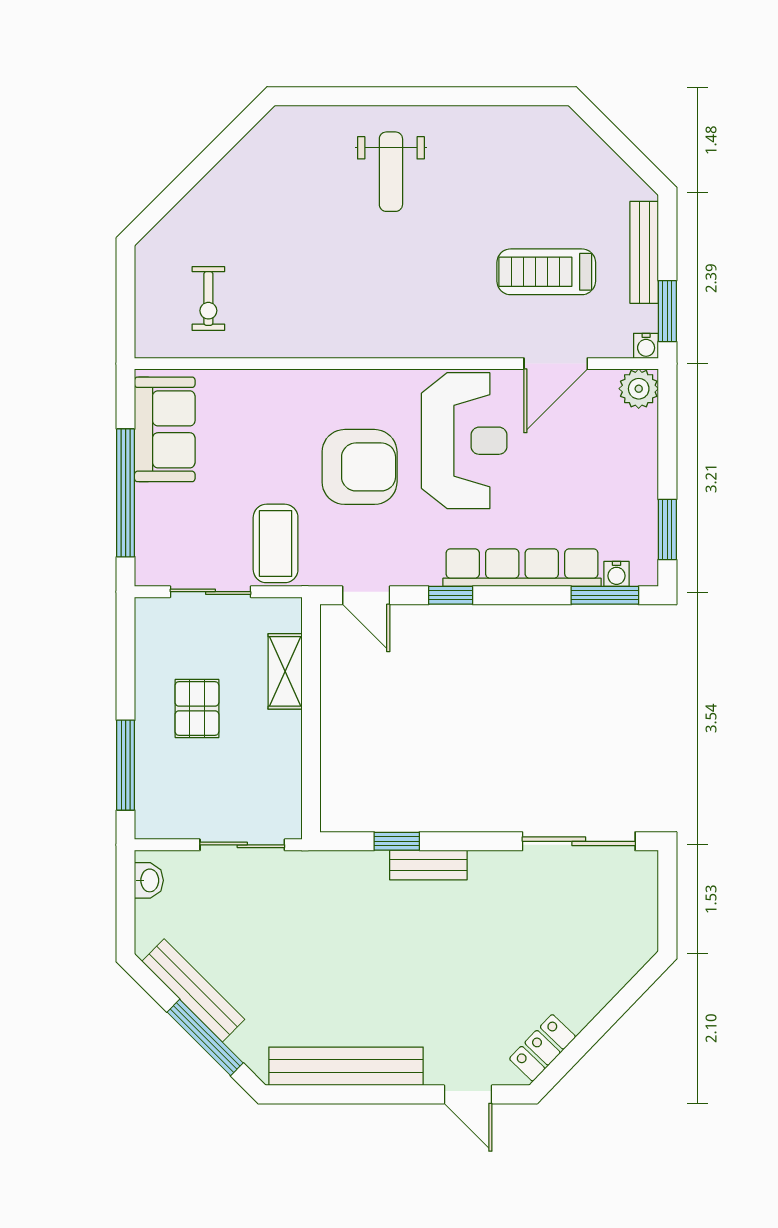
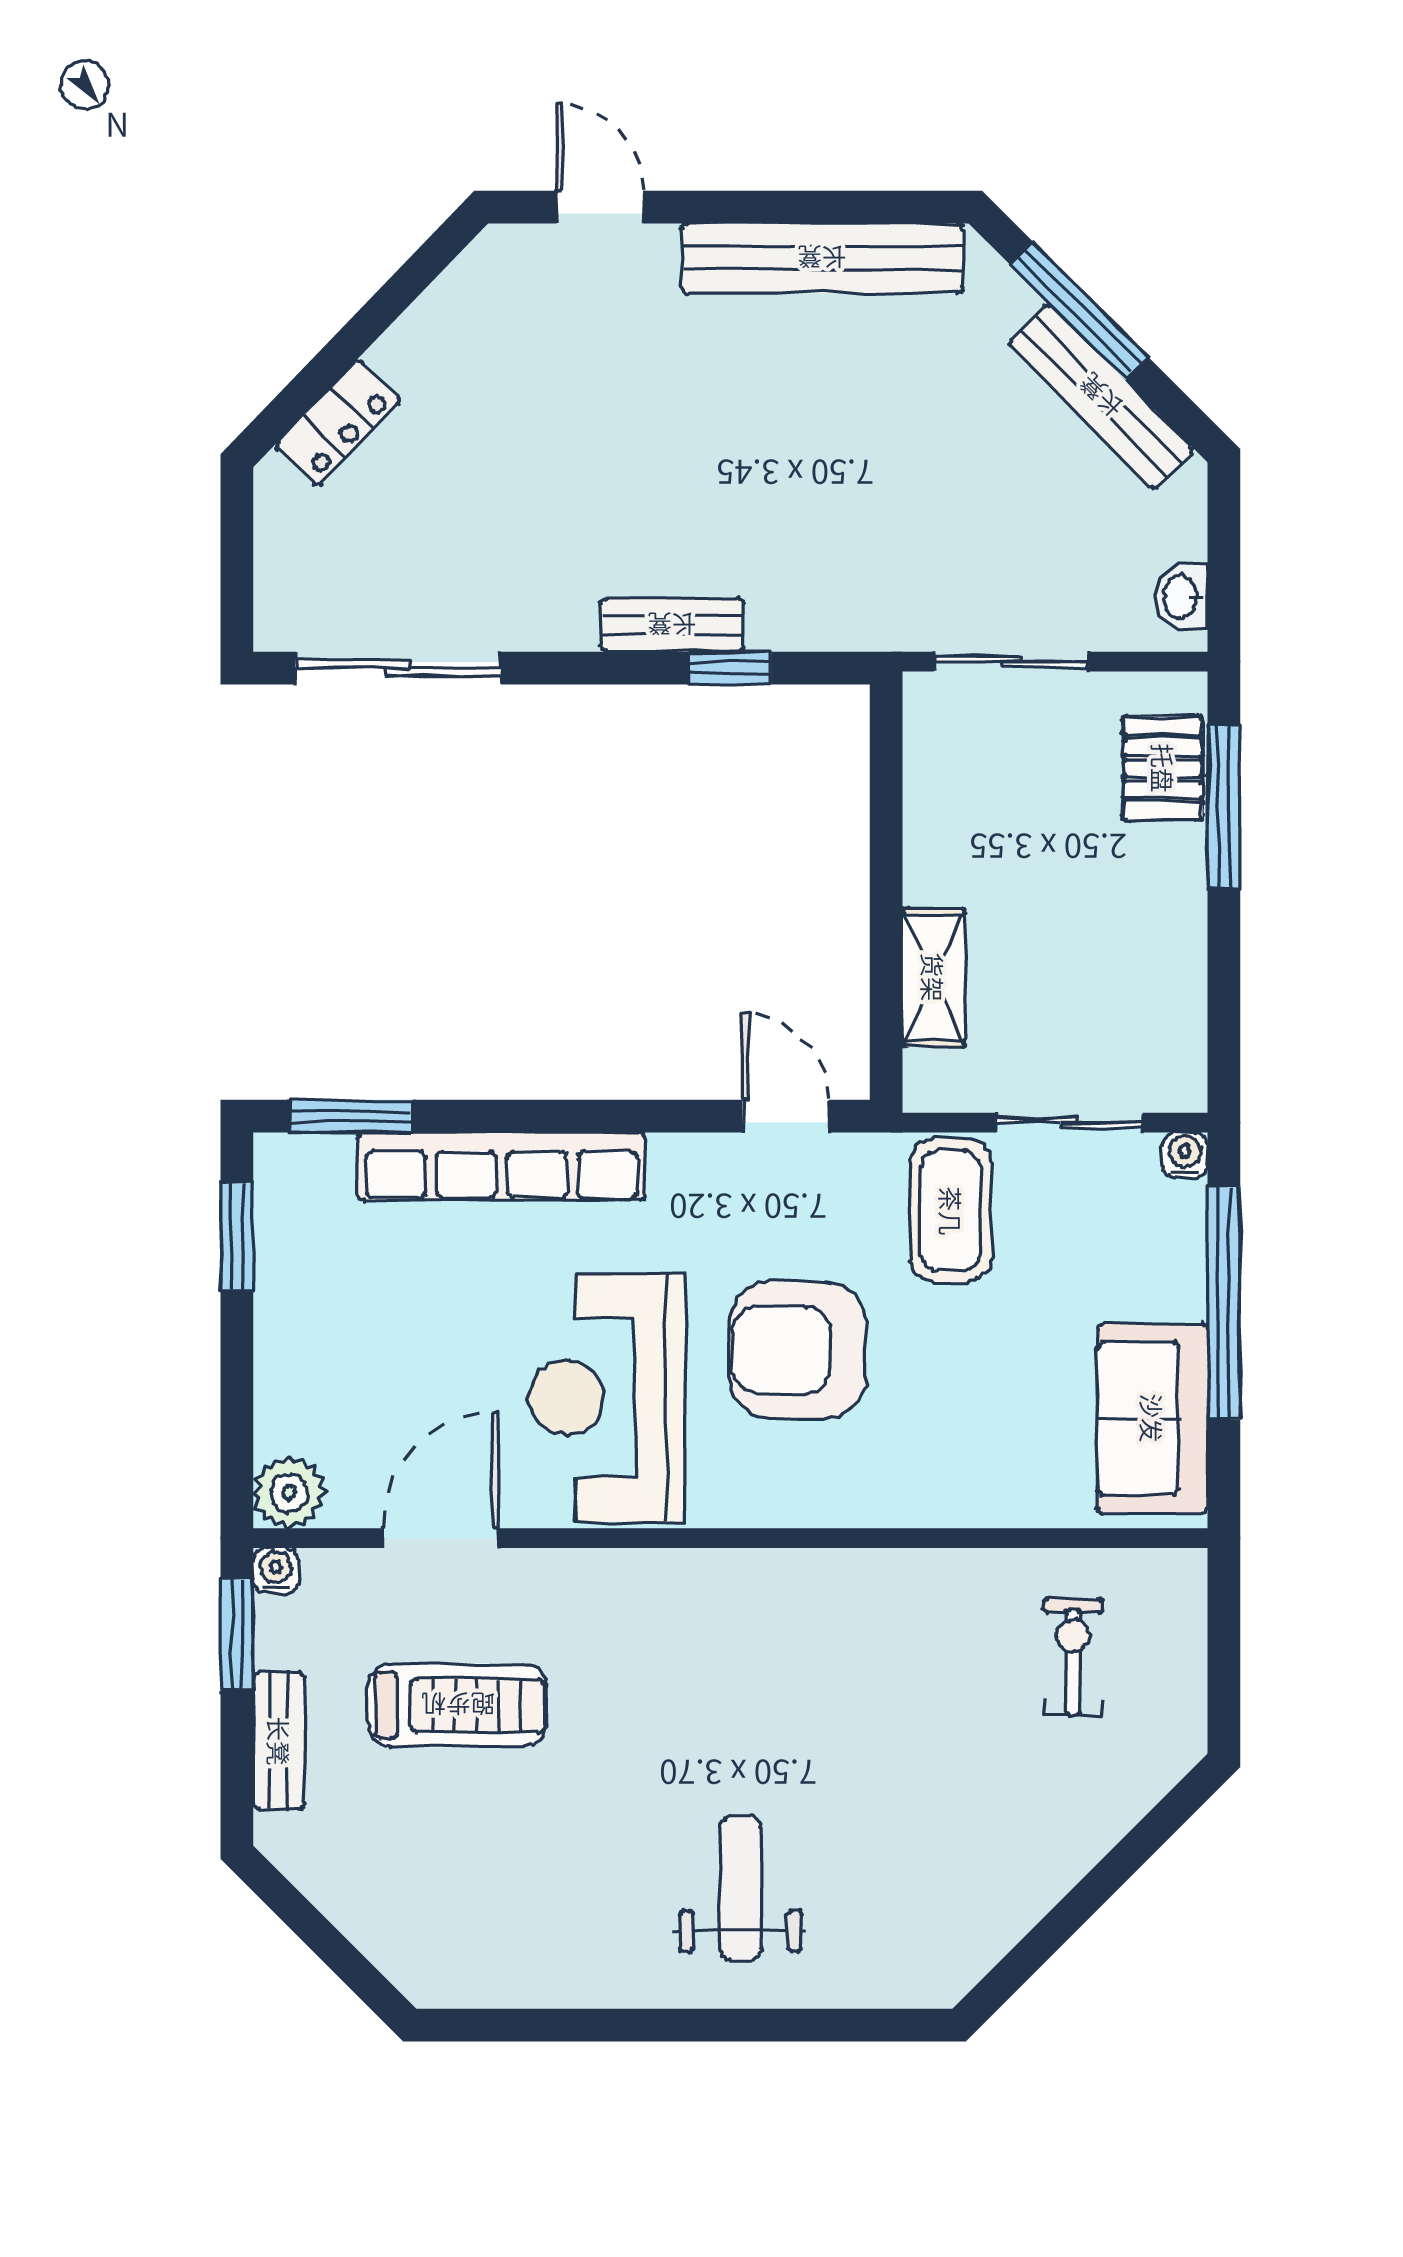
bench: (644, 252) -> (279, 1741), width x0.73
water cooler: (616, 574) -> (1185, 1155), moved
window: (451, 595) -> (632, 1116), removed
pallet: (197, 708) -> (1163, 768), moved
locker: (543, 1048) -> (338, 423), moved

